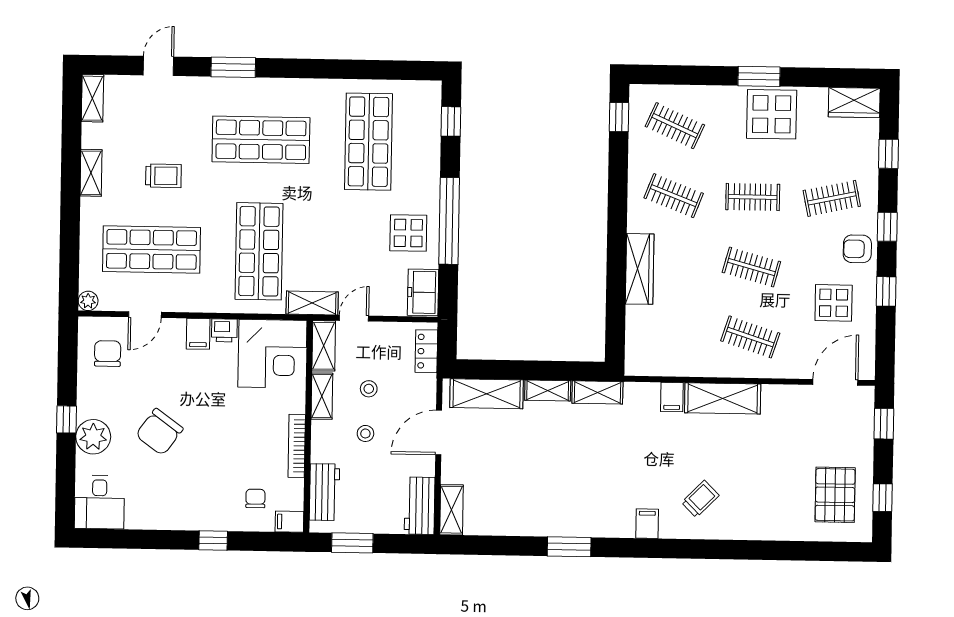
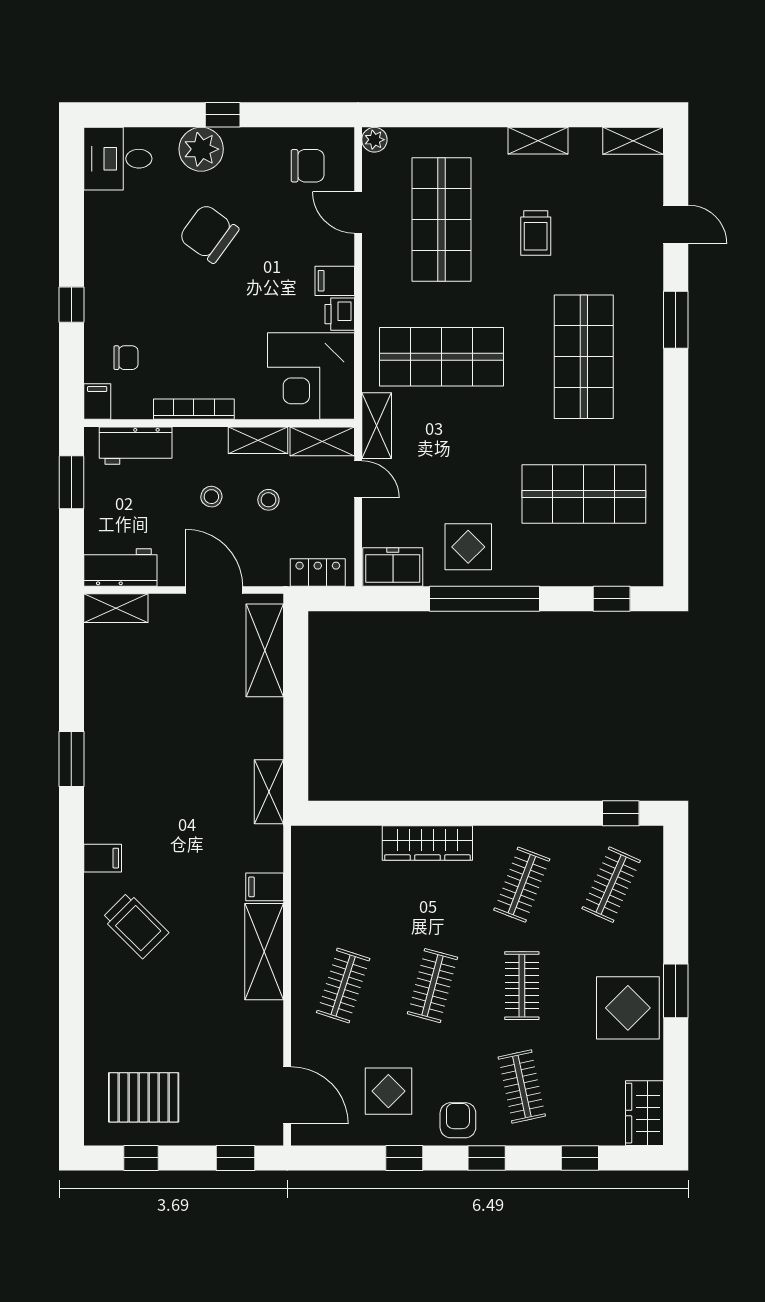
shelving: (548, 390) -> (270, 728), removed
trolley: (700, 499) -> (135, 925), width x1.36, depth x1.39

